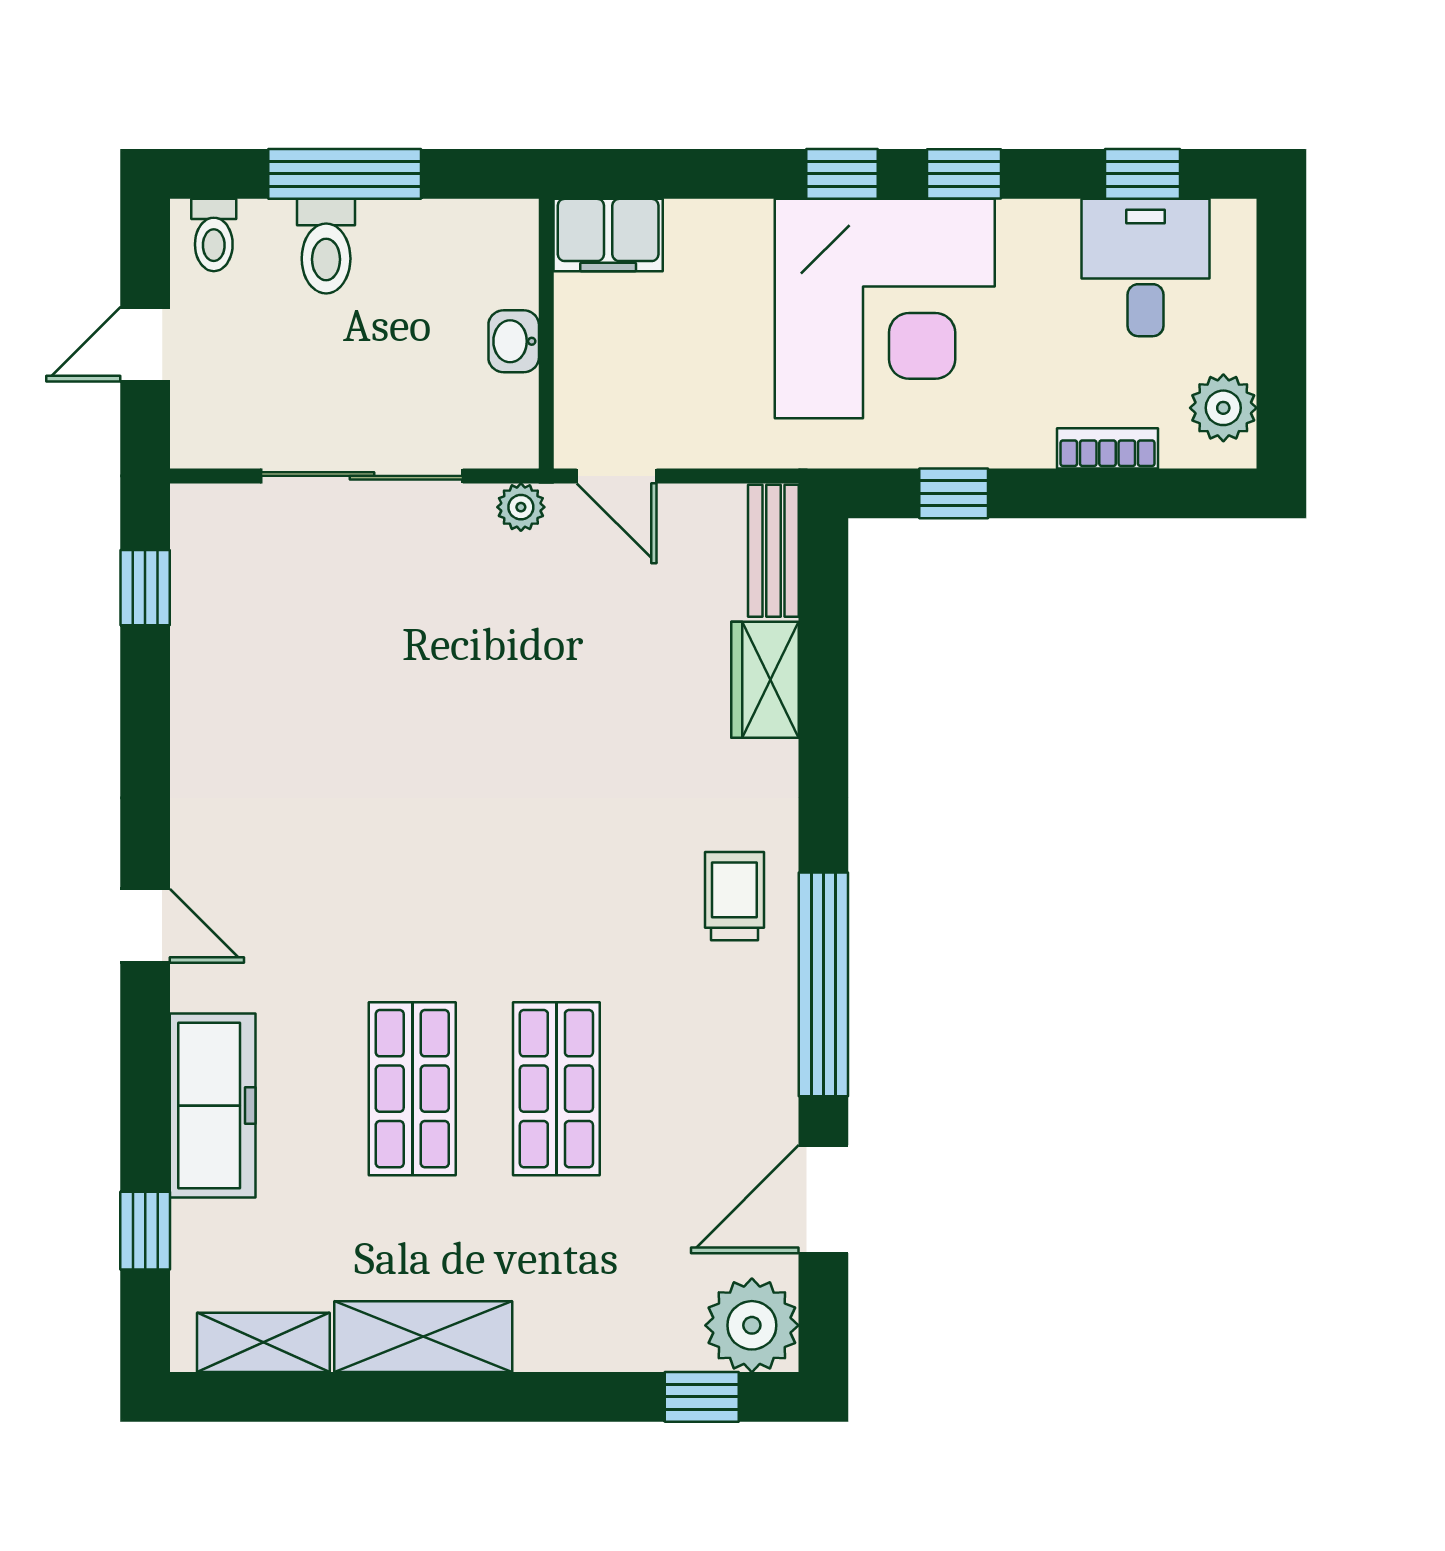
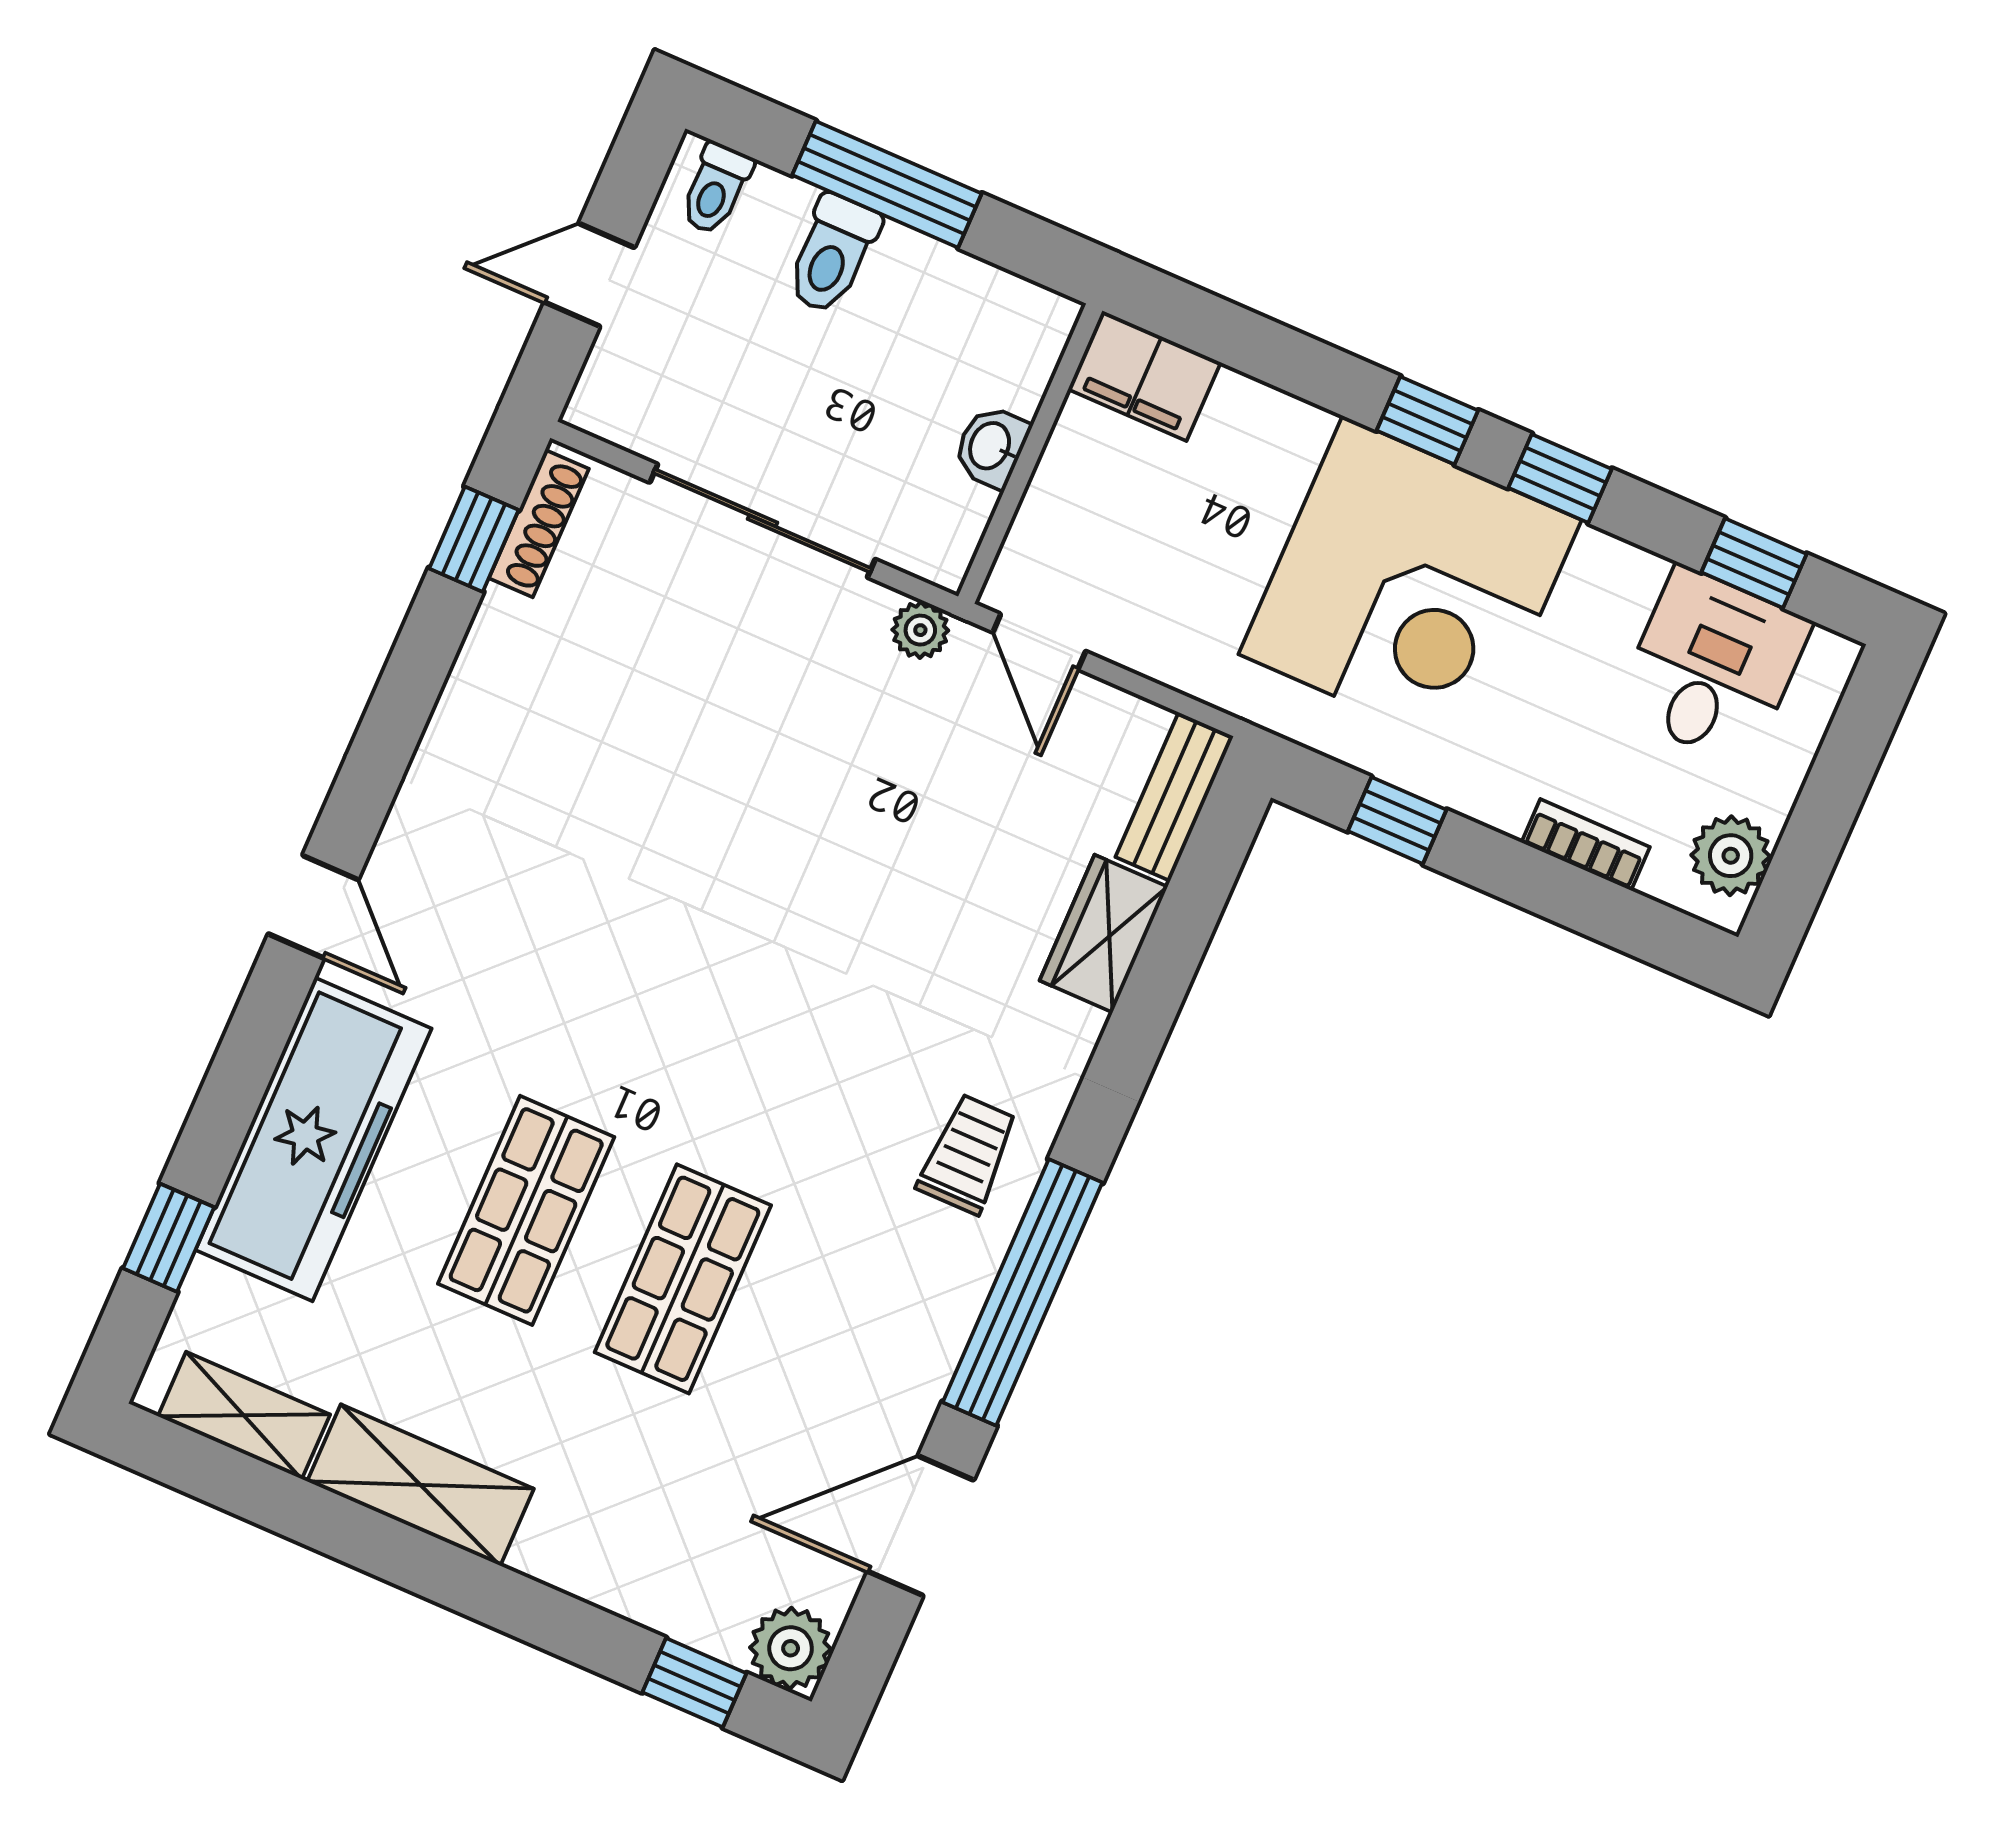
shoe rack: (190, 554) -> (539, 523), added
freezer: (213, 1106) -> (313, 1139), width x1.36, depth x1.26
plant: (752, 1325) -> (791, 1648), width x0.73, depth x0.73

